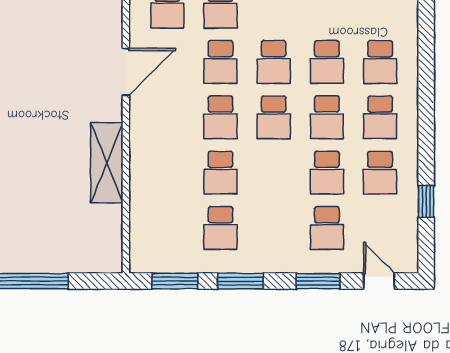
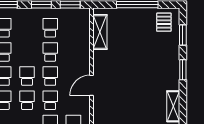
door: (126, 72) -> (92, 85), moved
shelving: (107, 163) -> (100, 32), moved

